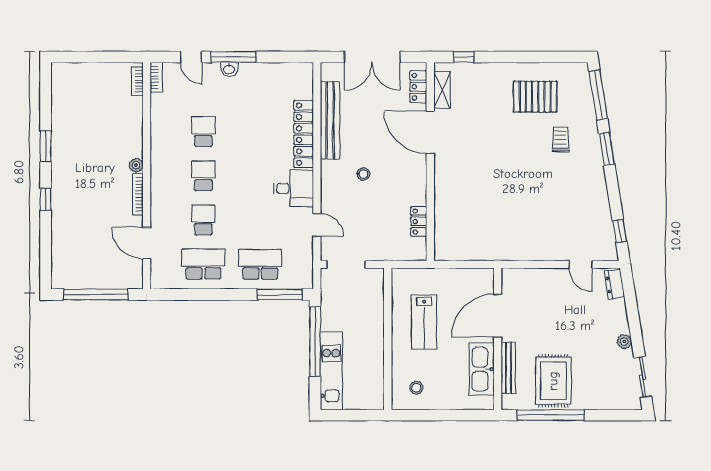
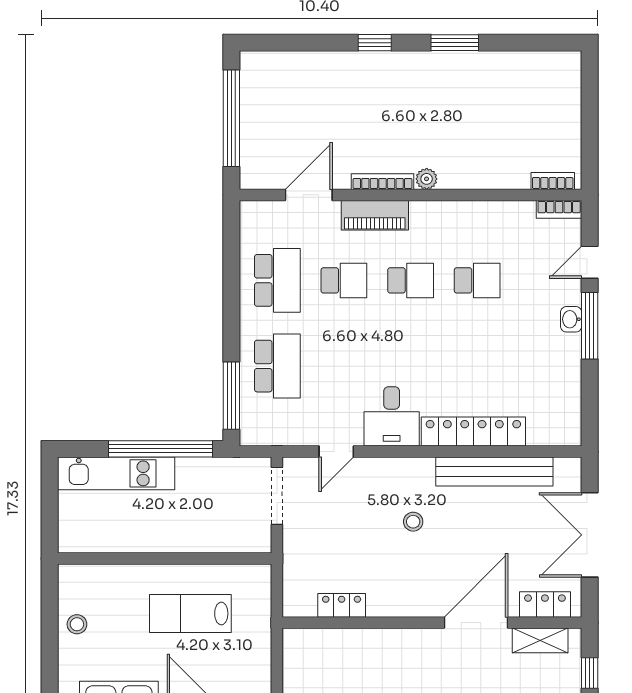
piano: (160, 199) -> (375, 215), added
stool: (416, 388) -> (77, 624), moved

